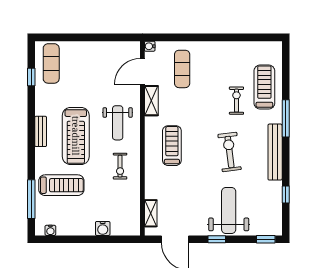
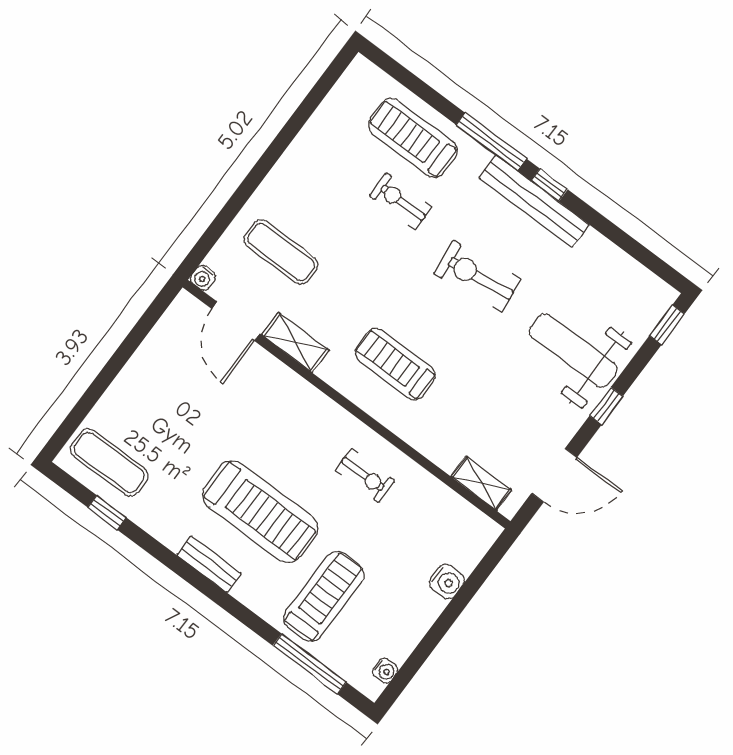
weight bench: (118, 123) -> (290, 426), removed
window: (286, 195) -> (549, 185), moved

